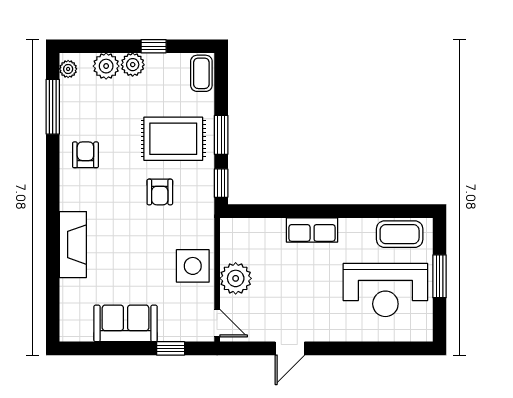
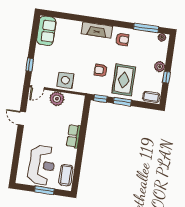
plant: (106, 66) -> (161, 55), removed
fireplace: (73, 245) -> (97, 30), moved
reception desk: (385, 290) -> (42, 165), turned 180
sofa: (126, 323) -> (46, 31), moved

